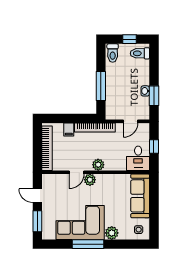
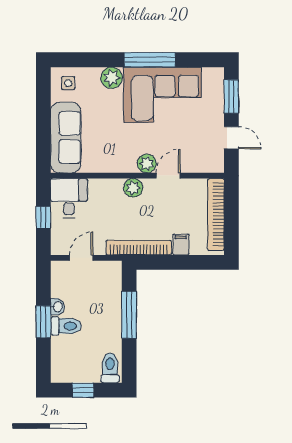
toilet: (140, 53) -> (66, 326), moved
window: (154, 96) -> (43, 322), moved

